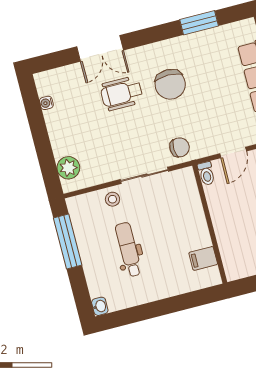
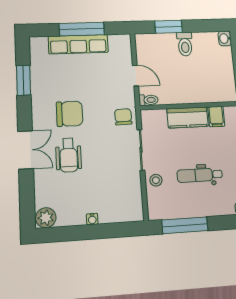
double door: (100, 48) -> (26, 150), moved
water cooler: (46, 103) -> (92, 219), moved
plant: (68, 168) -> (46, 218), moved
kitchen counter: (195, 224) -> (188, 117), added

